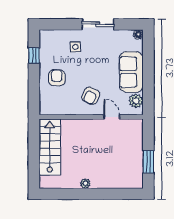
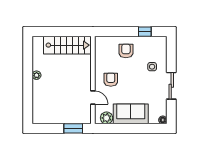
armchair: (57, 78) -> (126, 51), turned -90
armchair: (91, 96) -> (111, 80), turned 65
door: (112, 117) -> (93, 98), hinge flipped
window: (148, 162) -> (73, 128), moved

